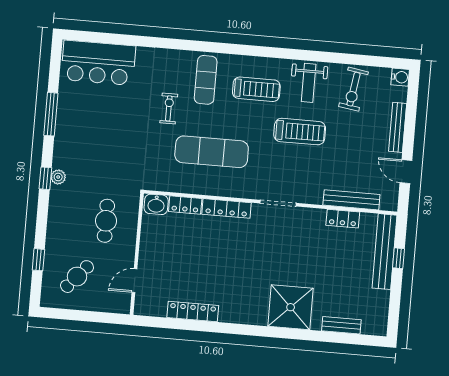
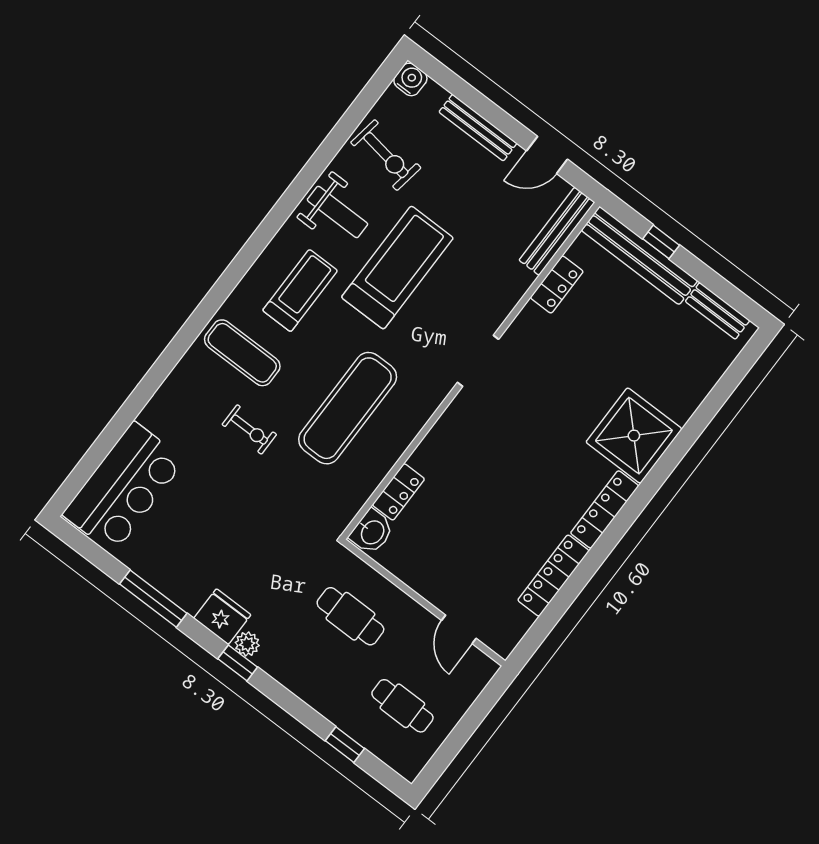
exercise bike: (169, 108) -> (249, 429), turned 180
treadmill: (300, 132) -> (397, 268), width x1.37, depth x1.38
fridge: (64, 155) -> (222, 617), added
bench: (351, 200) -> (557, 231), moved
locker: (226, 208) -> (605, 509), moved, turned 180
cafe table: (77, 277) -> (402, 706), turned -41
bench: (341, 325) -> (718, 311), moved, turned 90

